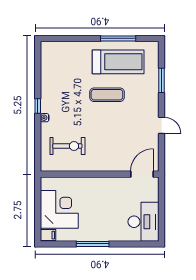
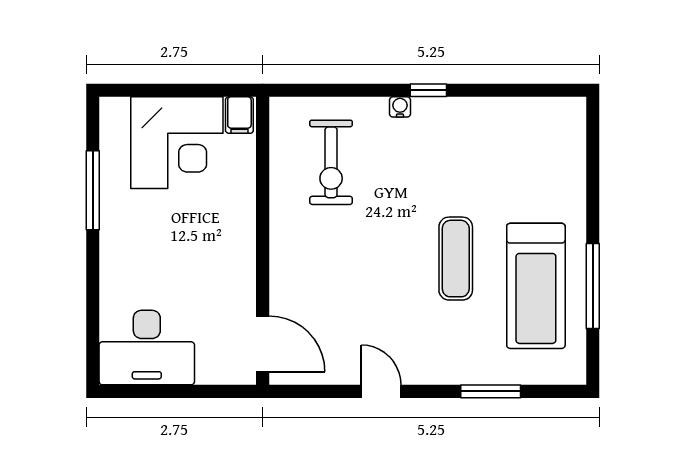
door: (162, 125) -> (381, 391), swing flipped
filing cabinet: (48, 235) -> (239, 115), moved
window: (93, 244) -> (93, 190), moved

